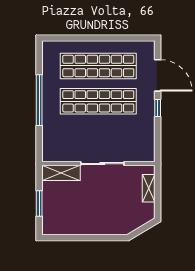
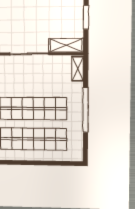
shelving: (48, 147) -> (78, 69), added

